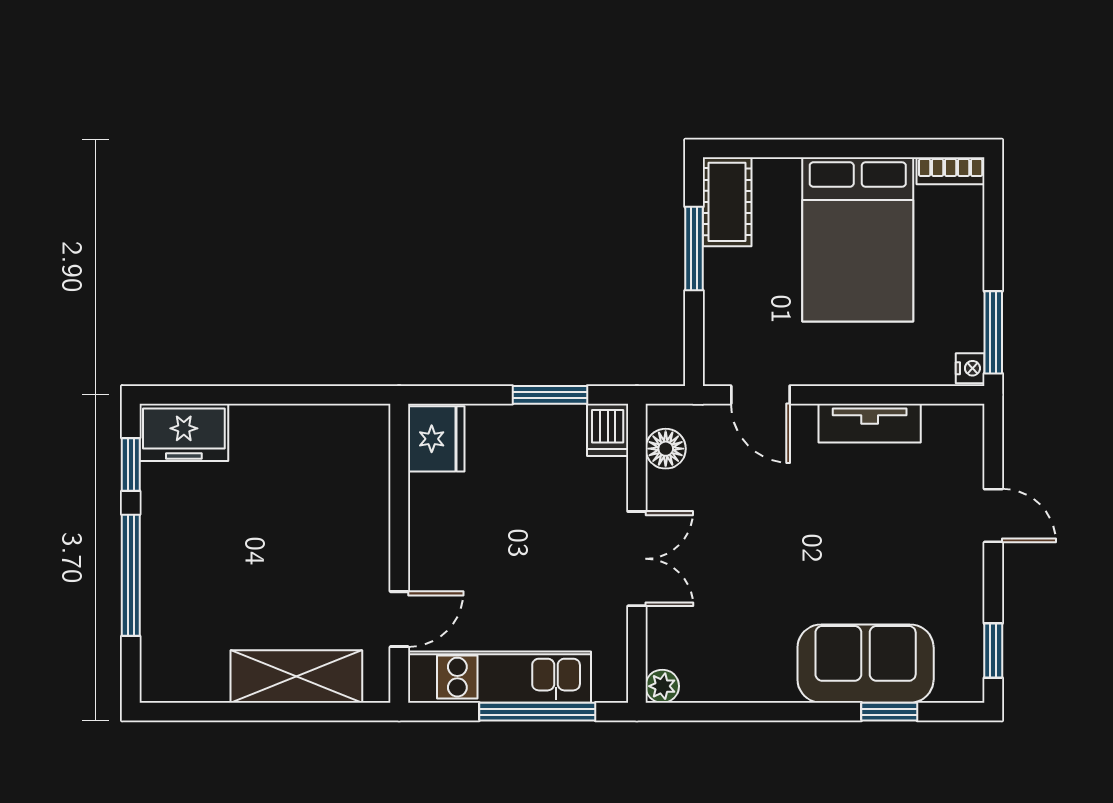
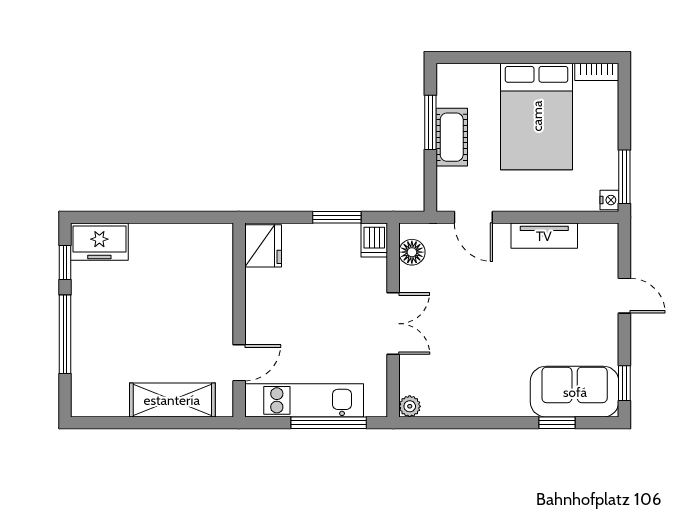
cot: (727, 202) -> (452, 137), moved
sofa: (866, 664) -> (575, 392), moved

